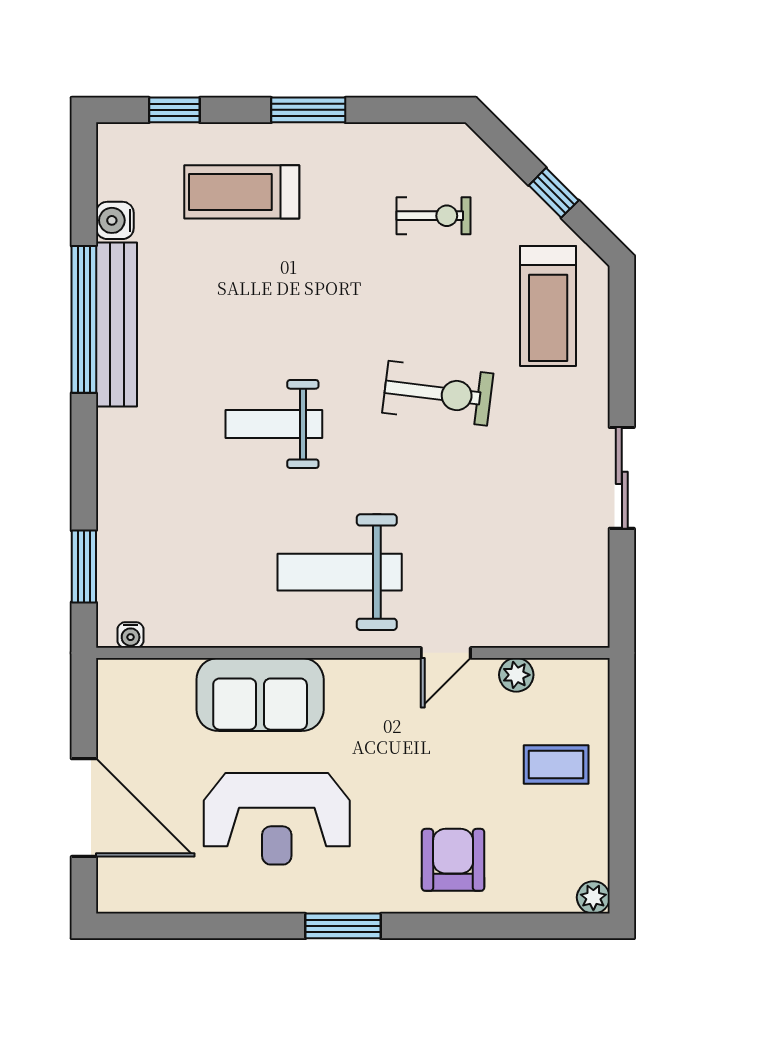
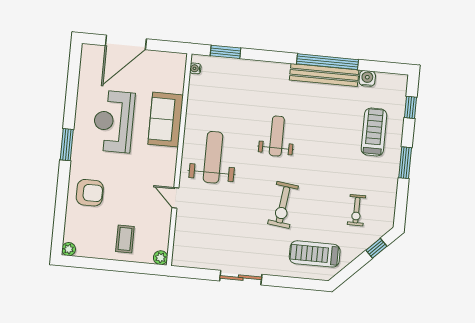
window: (554, 193) -> (376, 248), moved
plant: (516, 675) -> (161, 258), moved

